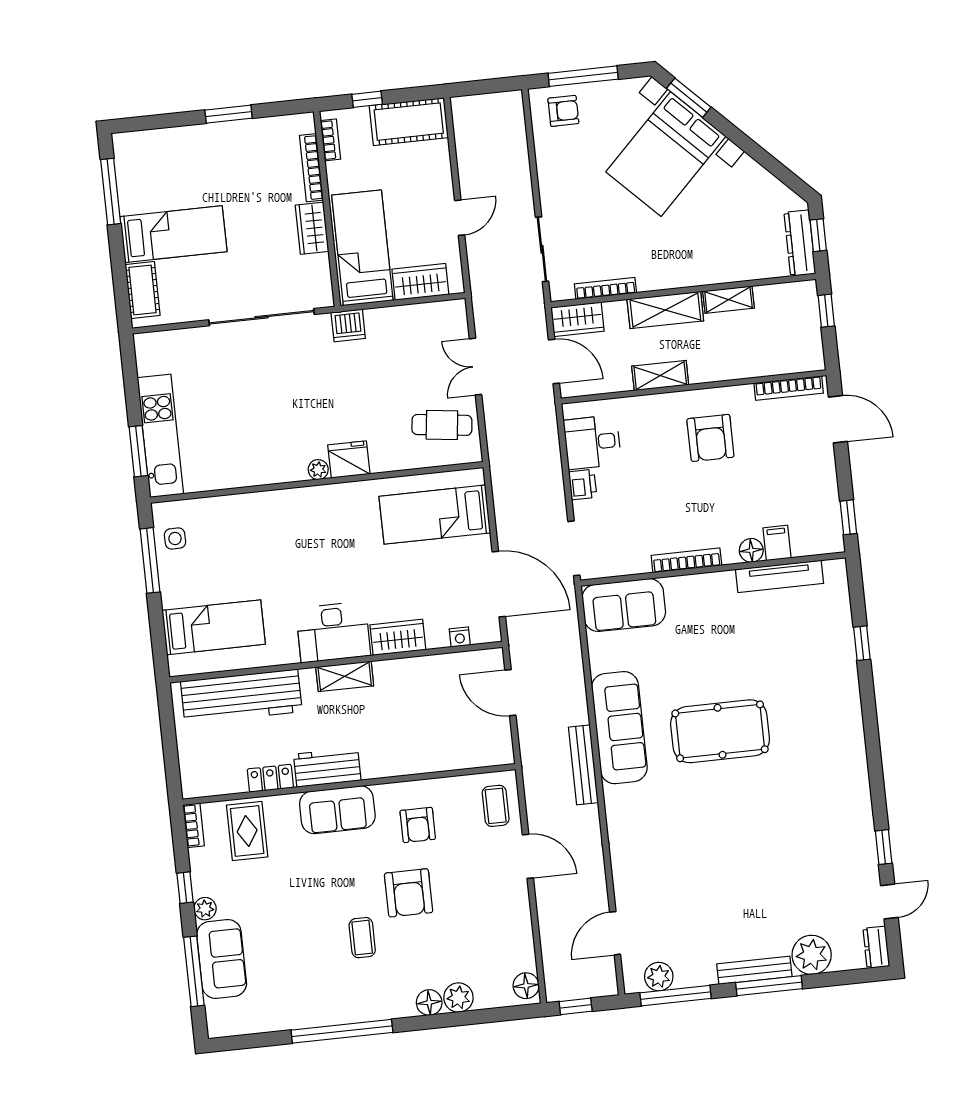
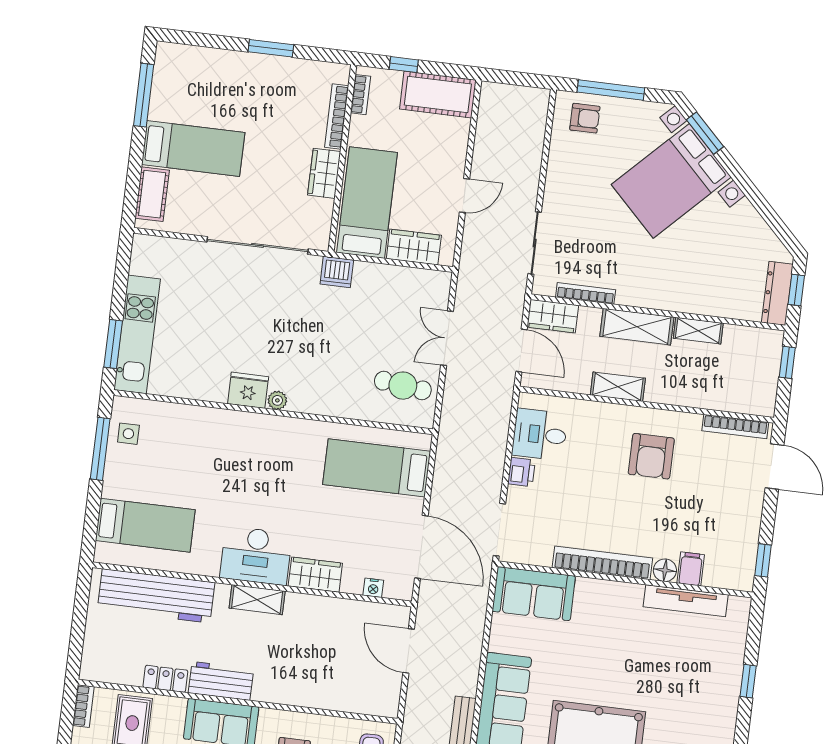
fridge: (349, 460) -> (248, 390), moved
bookcase: (686, 560) -> (602, 563), width x1.48, depth x1.31

